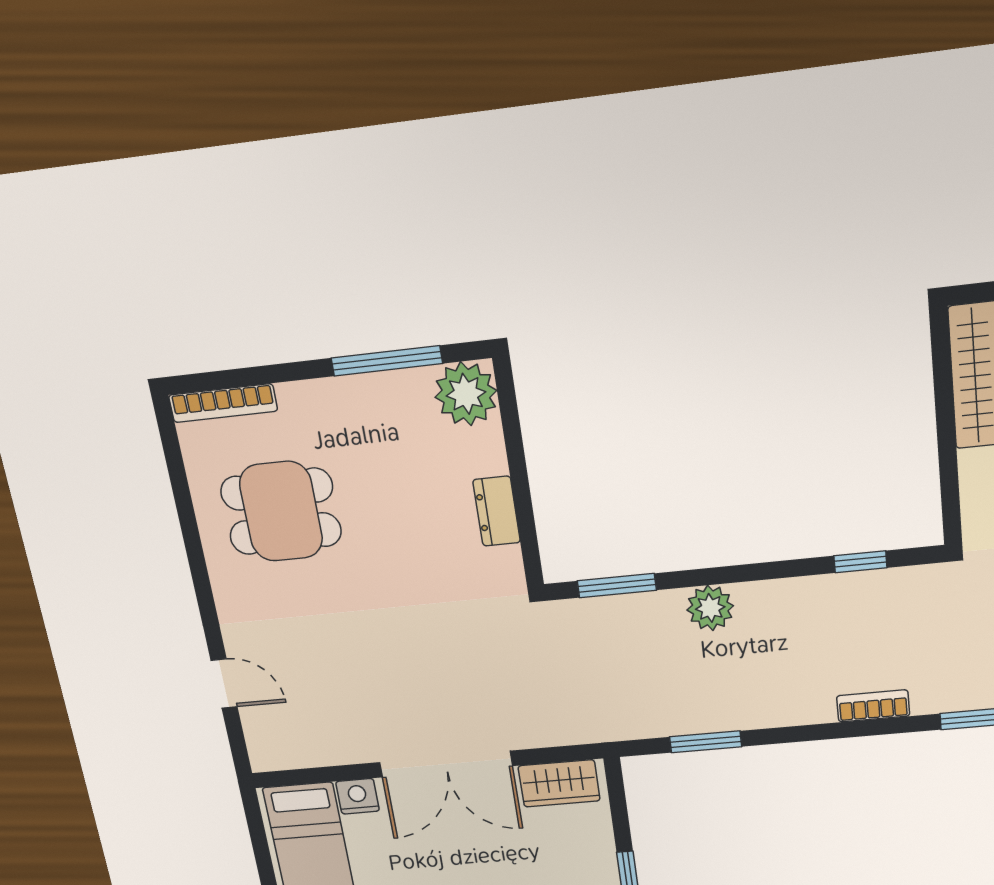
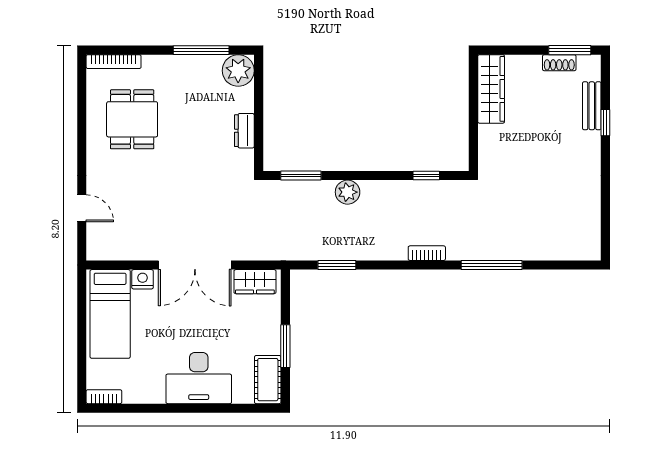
dining table: (281, 511) -> (132, 119), turned 90

